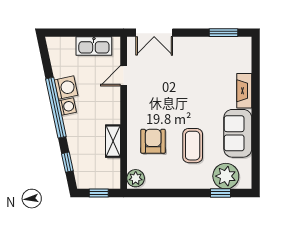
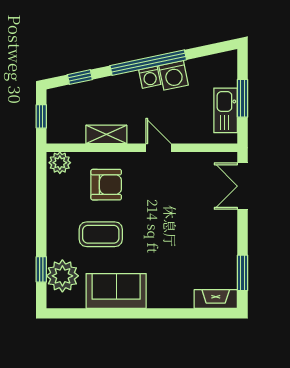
window: (84, 33) -> (242, 98), added
door: (124, 76) -> (158, 148), moved
fireplace: (244, 91) -> (216, 299), moved

